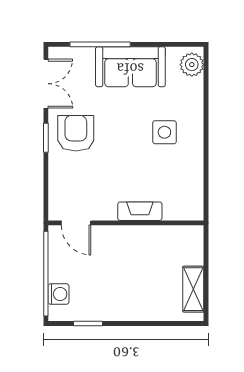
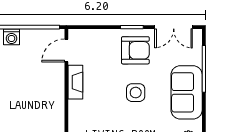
side table: (164, 132) -> (136, 93), moved
fireplace: (140, 211) -> (75, 82), moved

